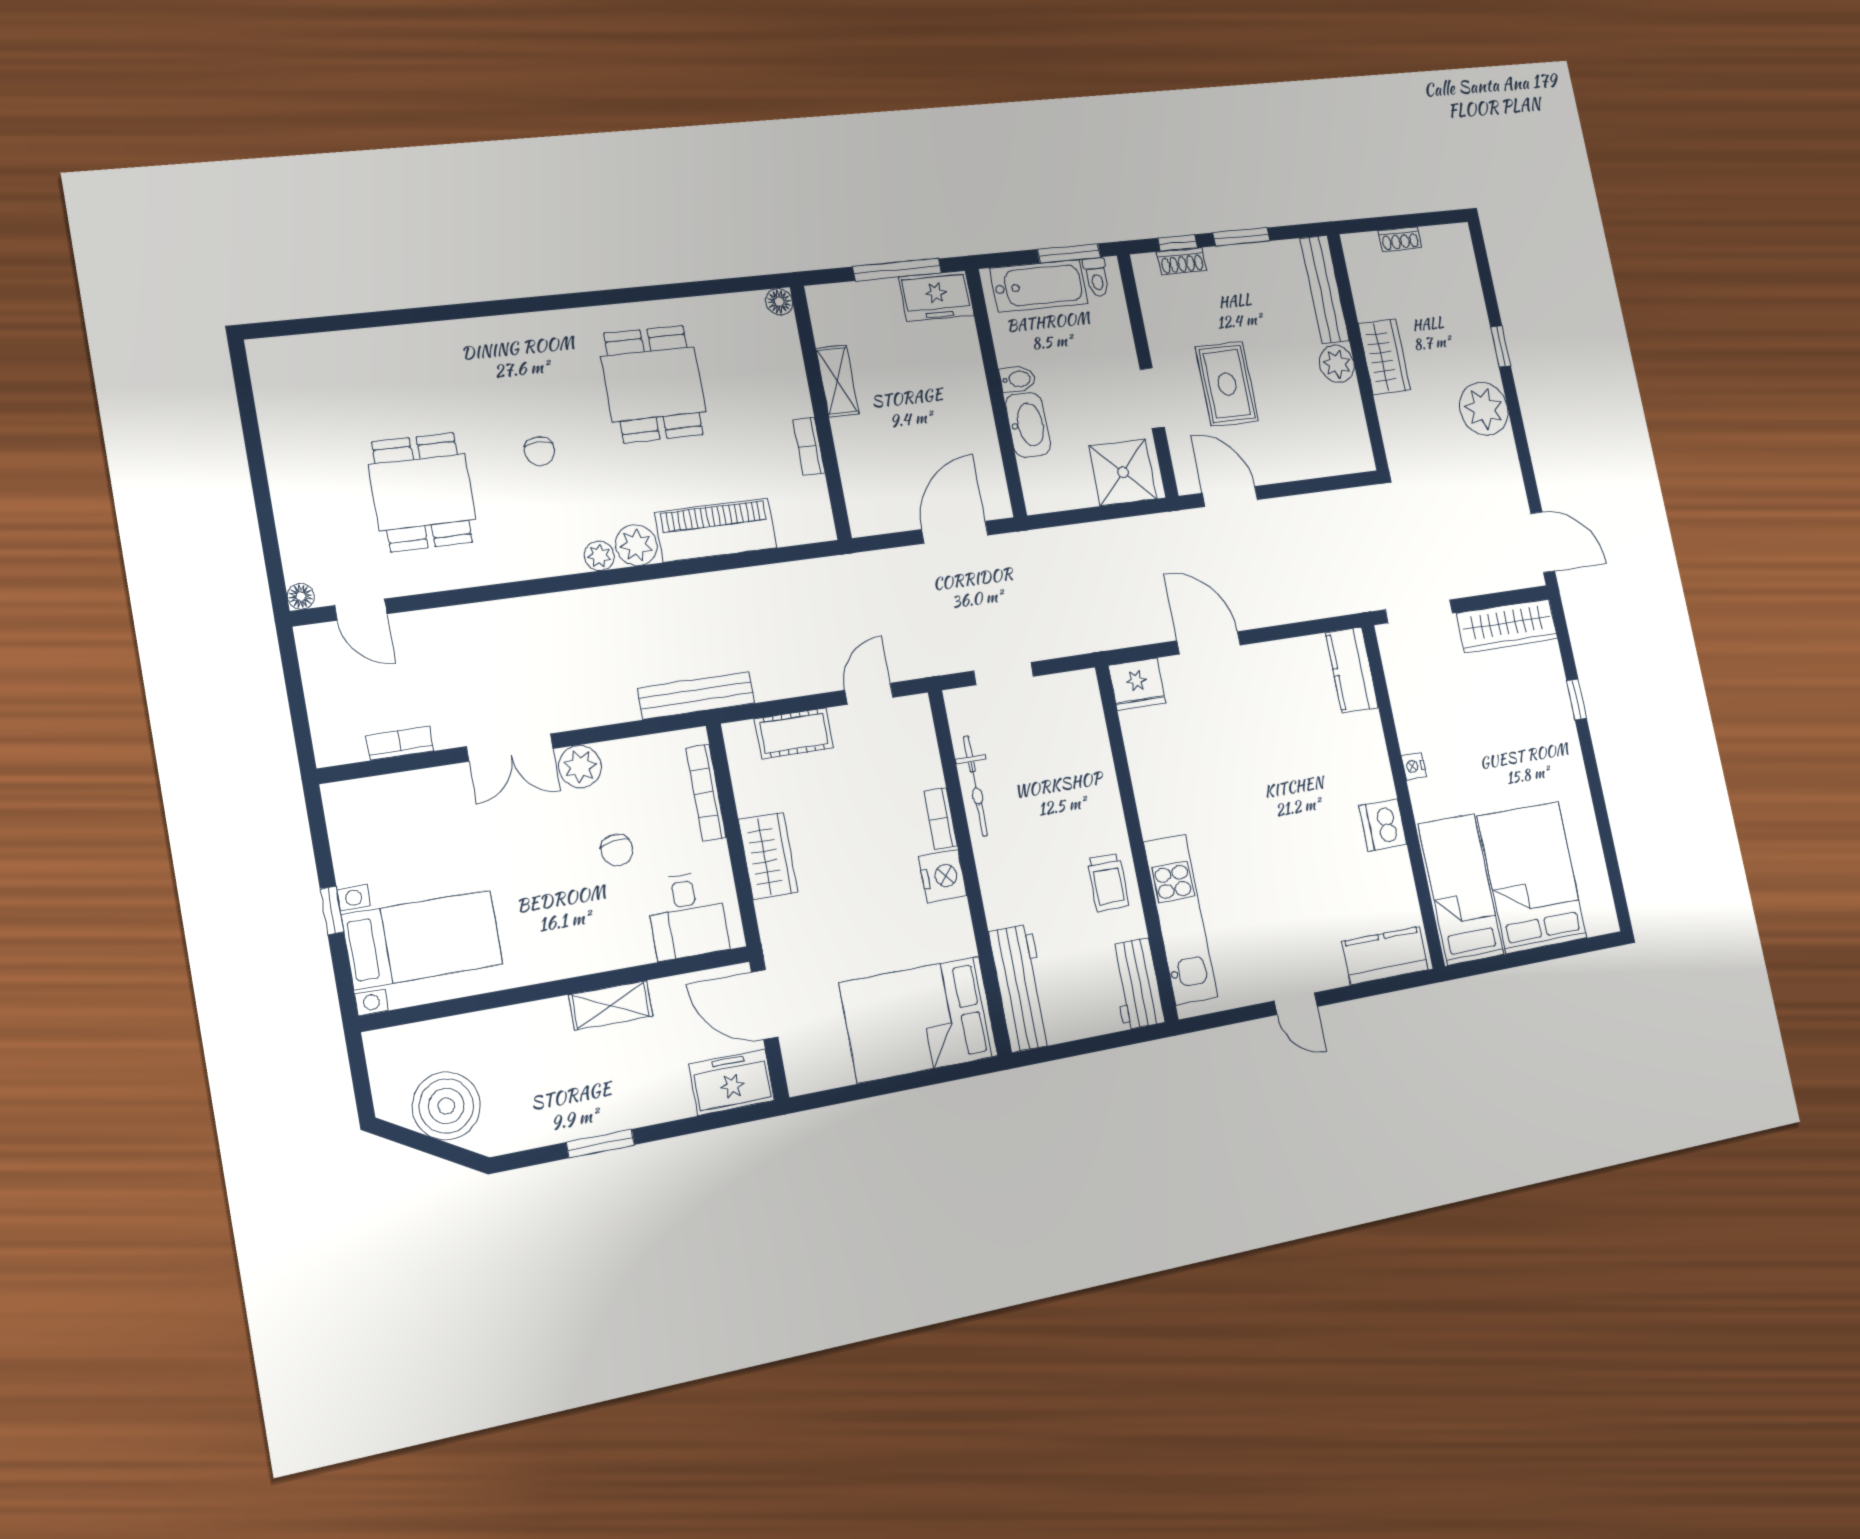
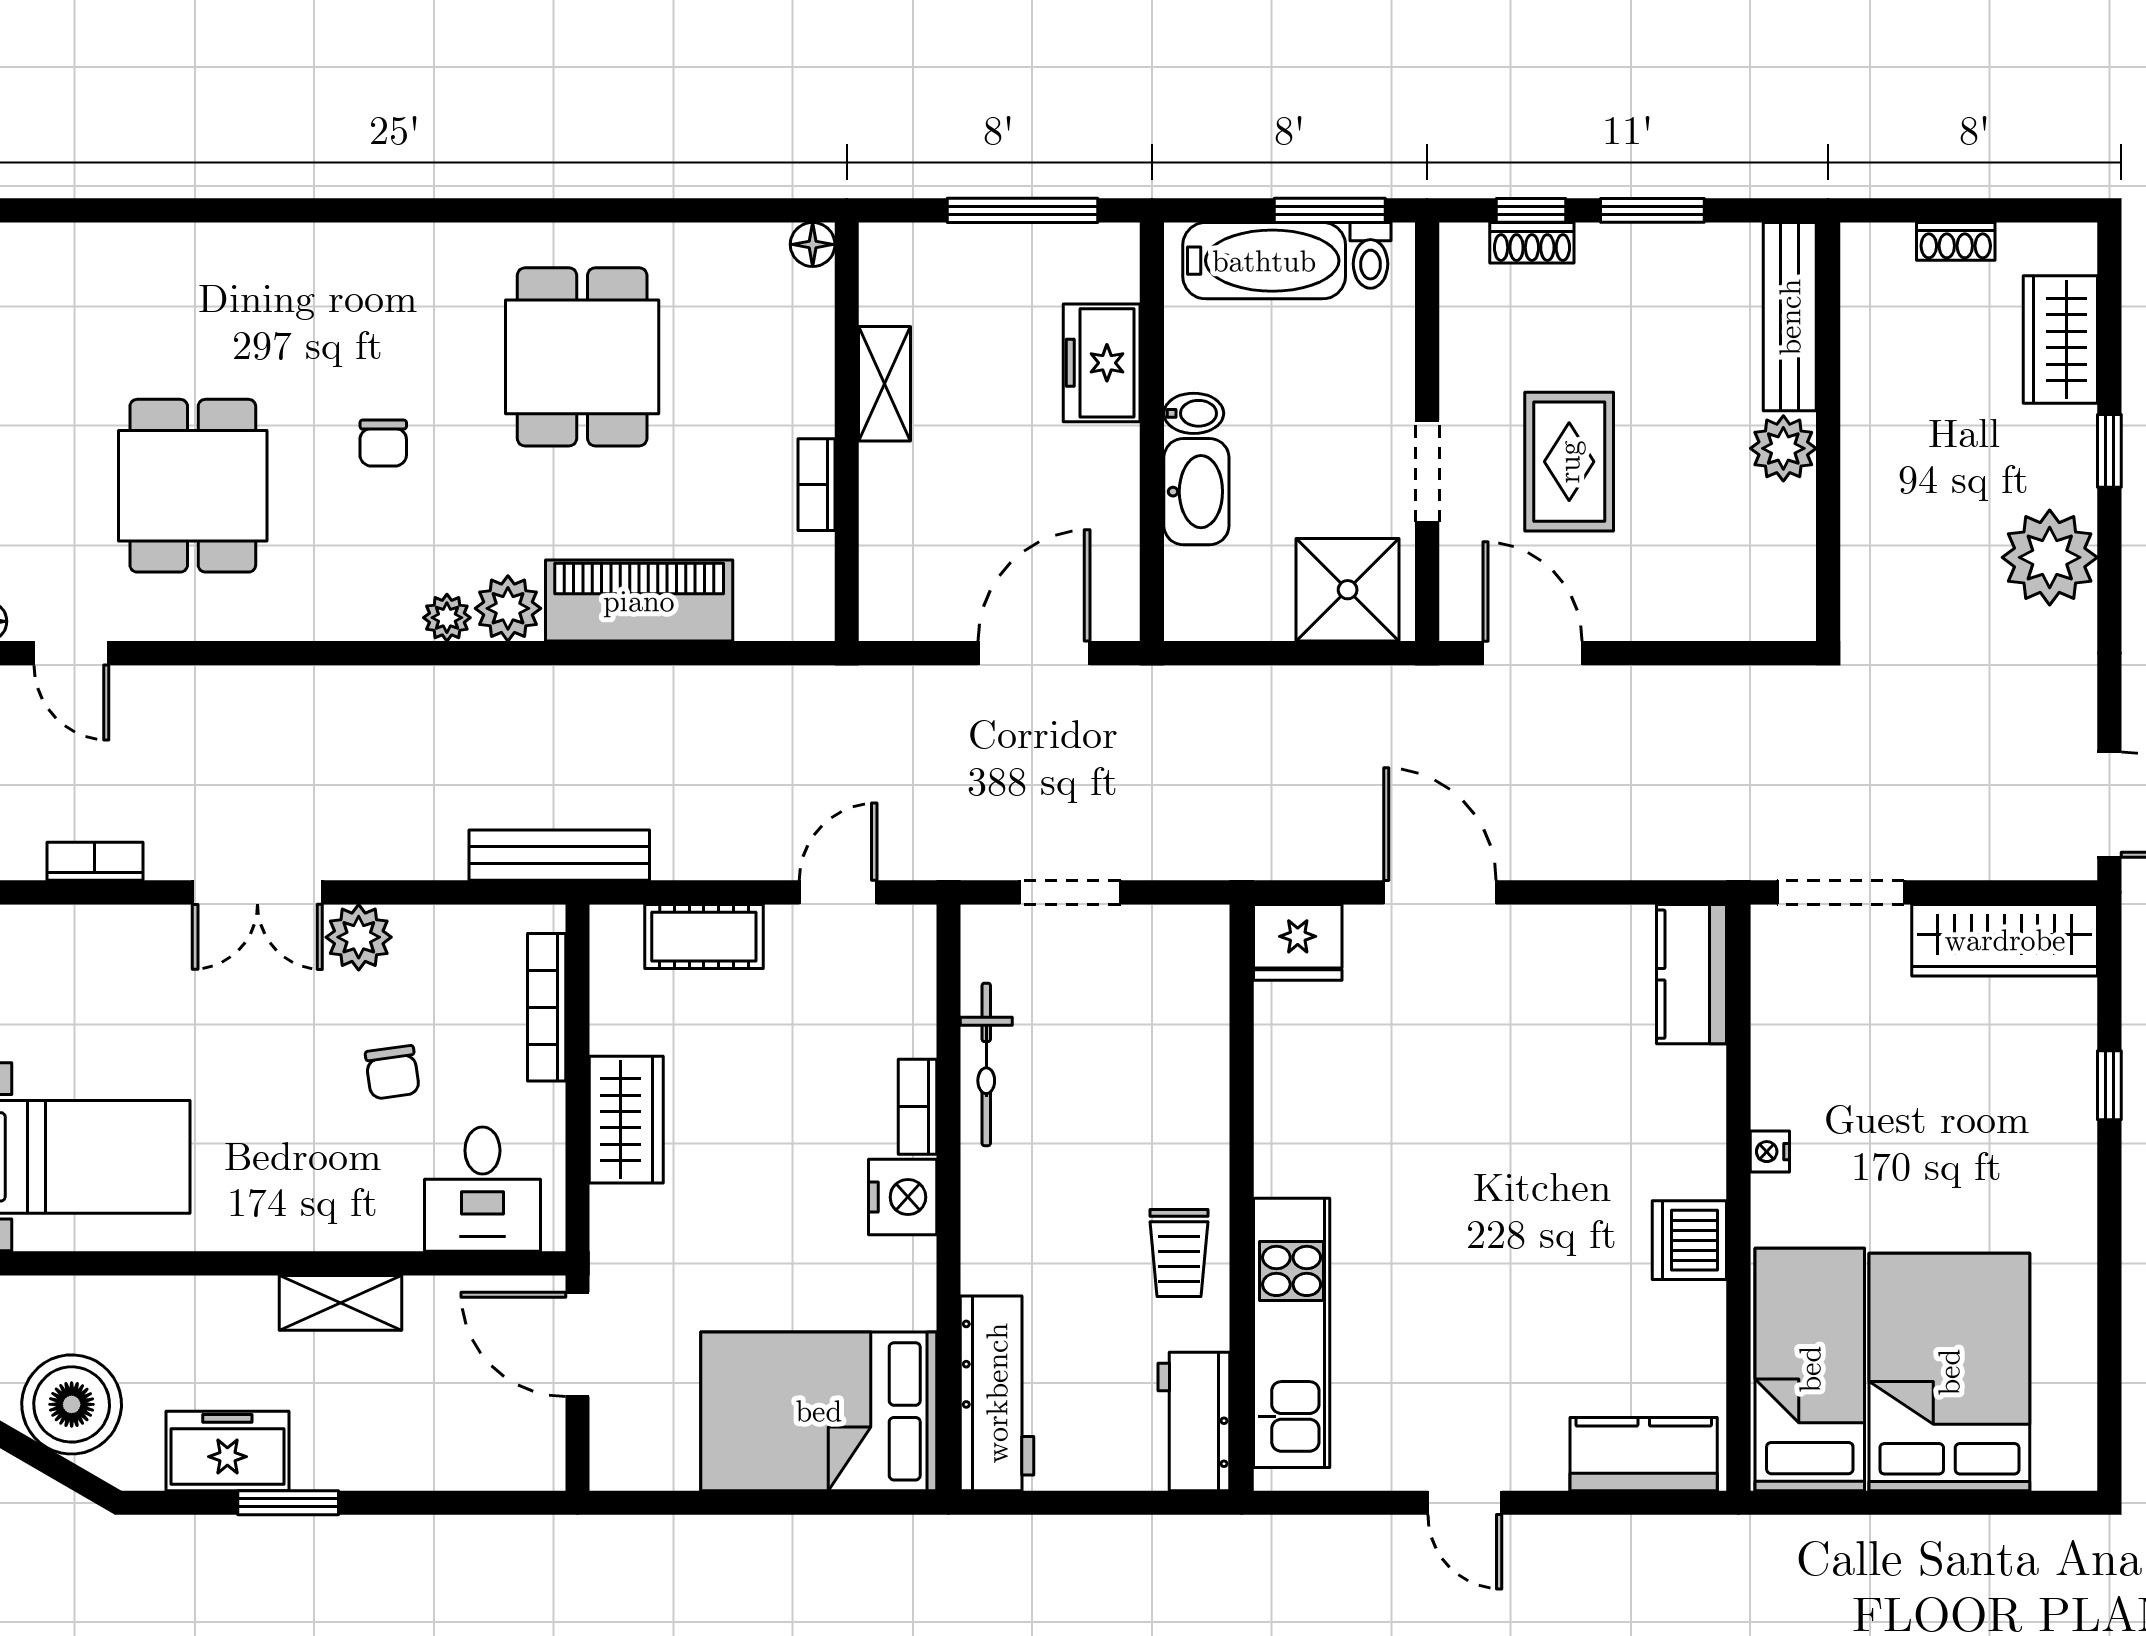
freezer: (936, 296) -> (1102, 363), moved, turned 90
wardrobe: (1384, 357) -> (2060, 340), moved, turned 180
freezer: (732, 1082) -> (227, 1451), moved

